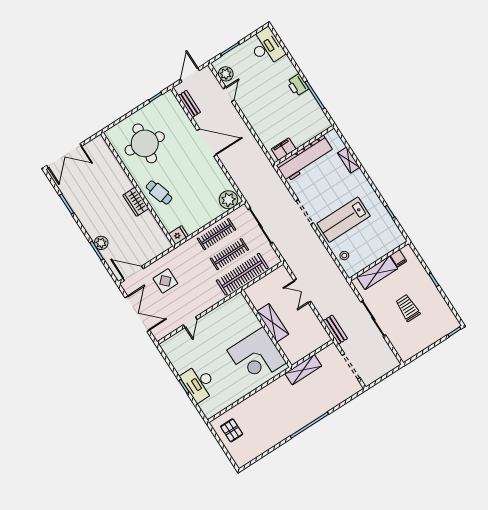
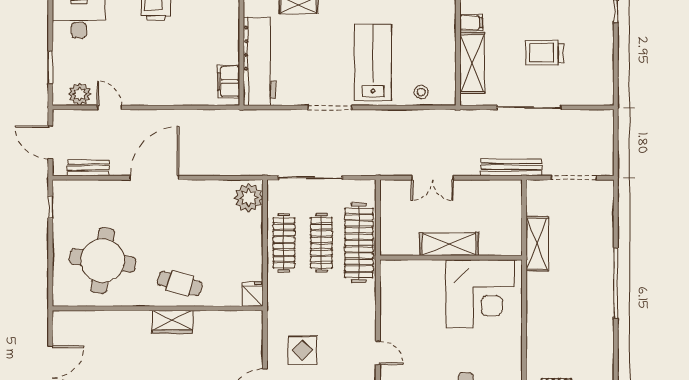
cafe table: (159, 192) -> (180, 283), turned 33
lab bench: (344, 220) -> (373, 62), turned 180
bench: (335, 330) -> (511, 167), width x1.36

